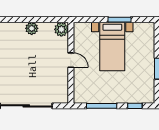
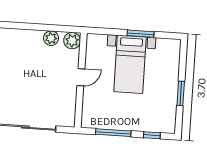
plant: (32, 28) -> (51, 38), moved
door: (71, 60) -> (81, 77), hinge flipped

